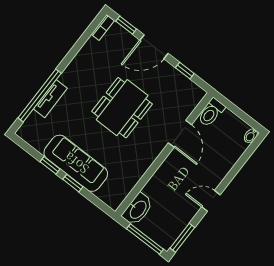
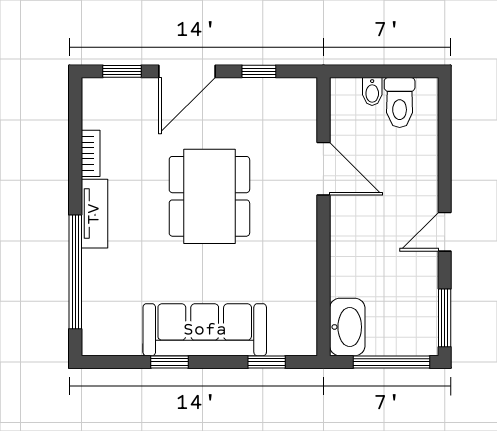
bookcase: (103, 28) -> (91, 153), moved
tv unit: (50, 99) -> (94, 214), moved
toilet: (211, 113) -> (400, 103), moved
bidet: (251, 136) -> (372, 92), moved
window: (73, 183) -> (267, 362), moved

